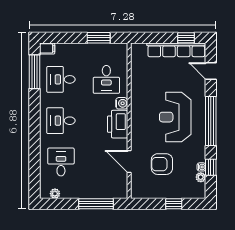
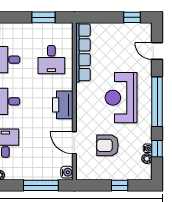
row of seats: (176, 50) -> (83, 52), moved, turned -90
water cooler: (122, 103) -> (67, 172), moved

